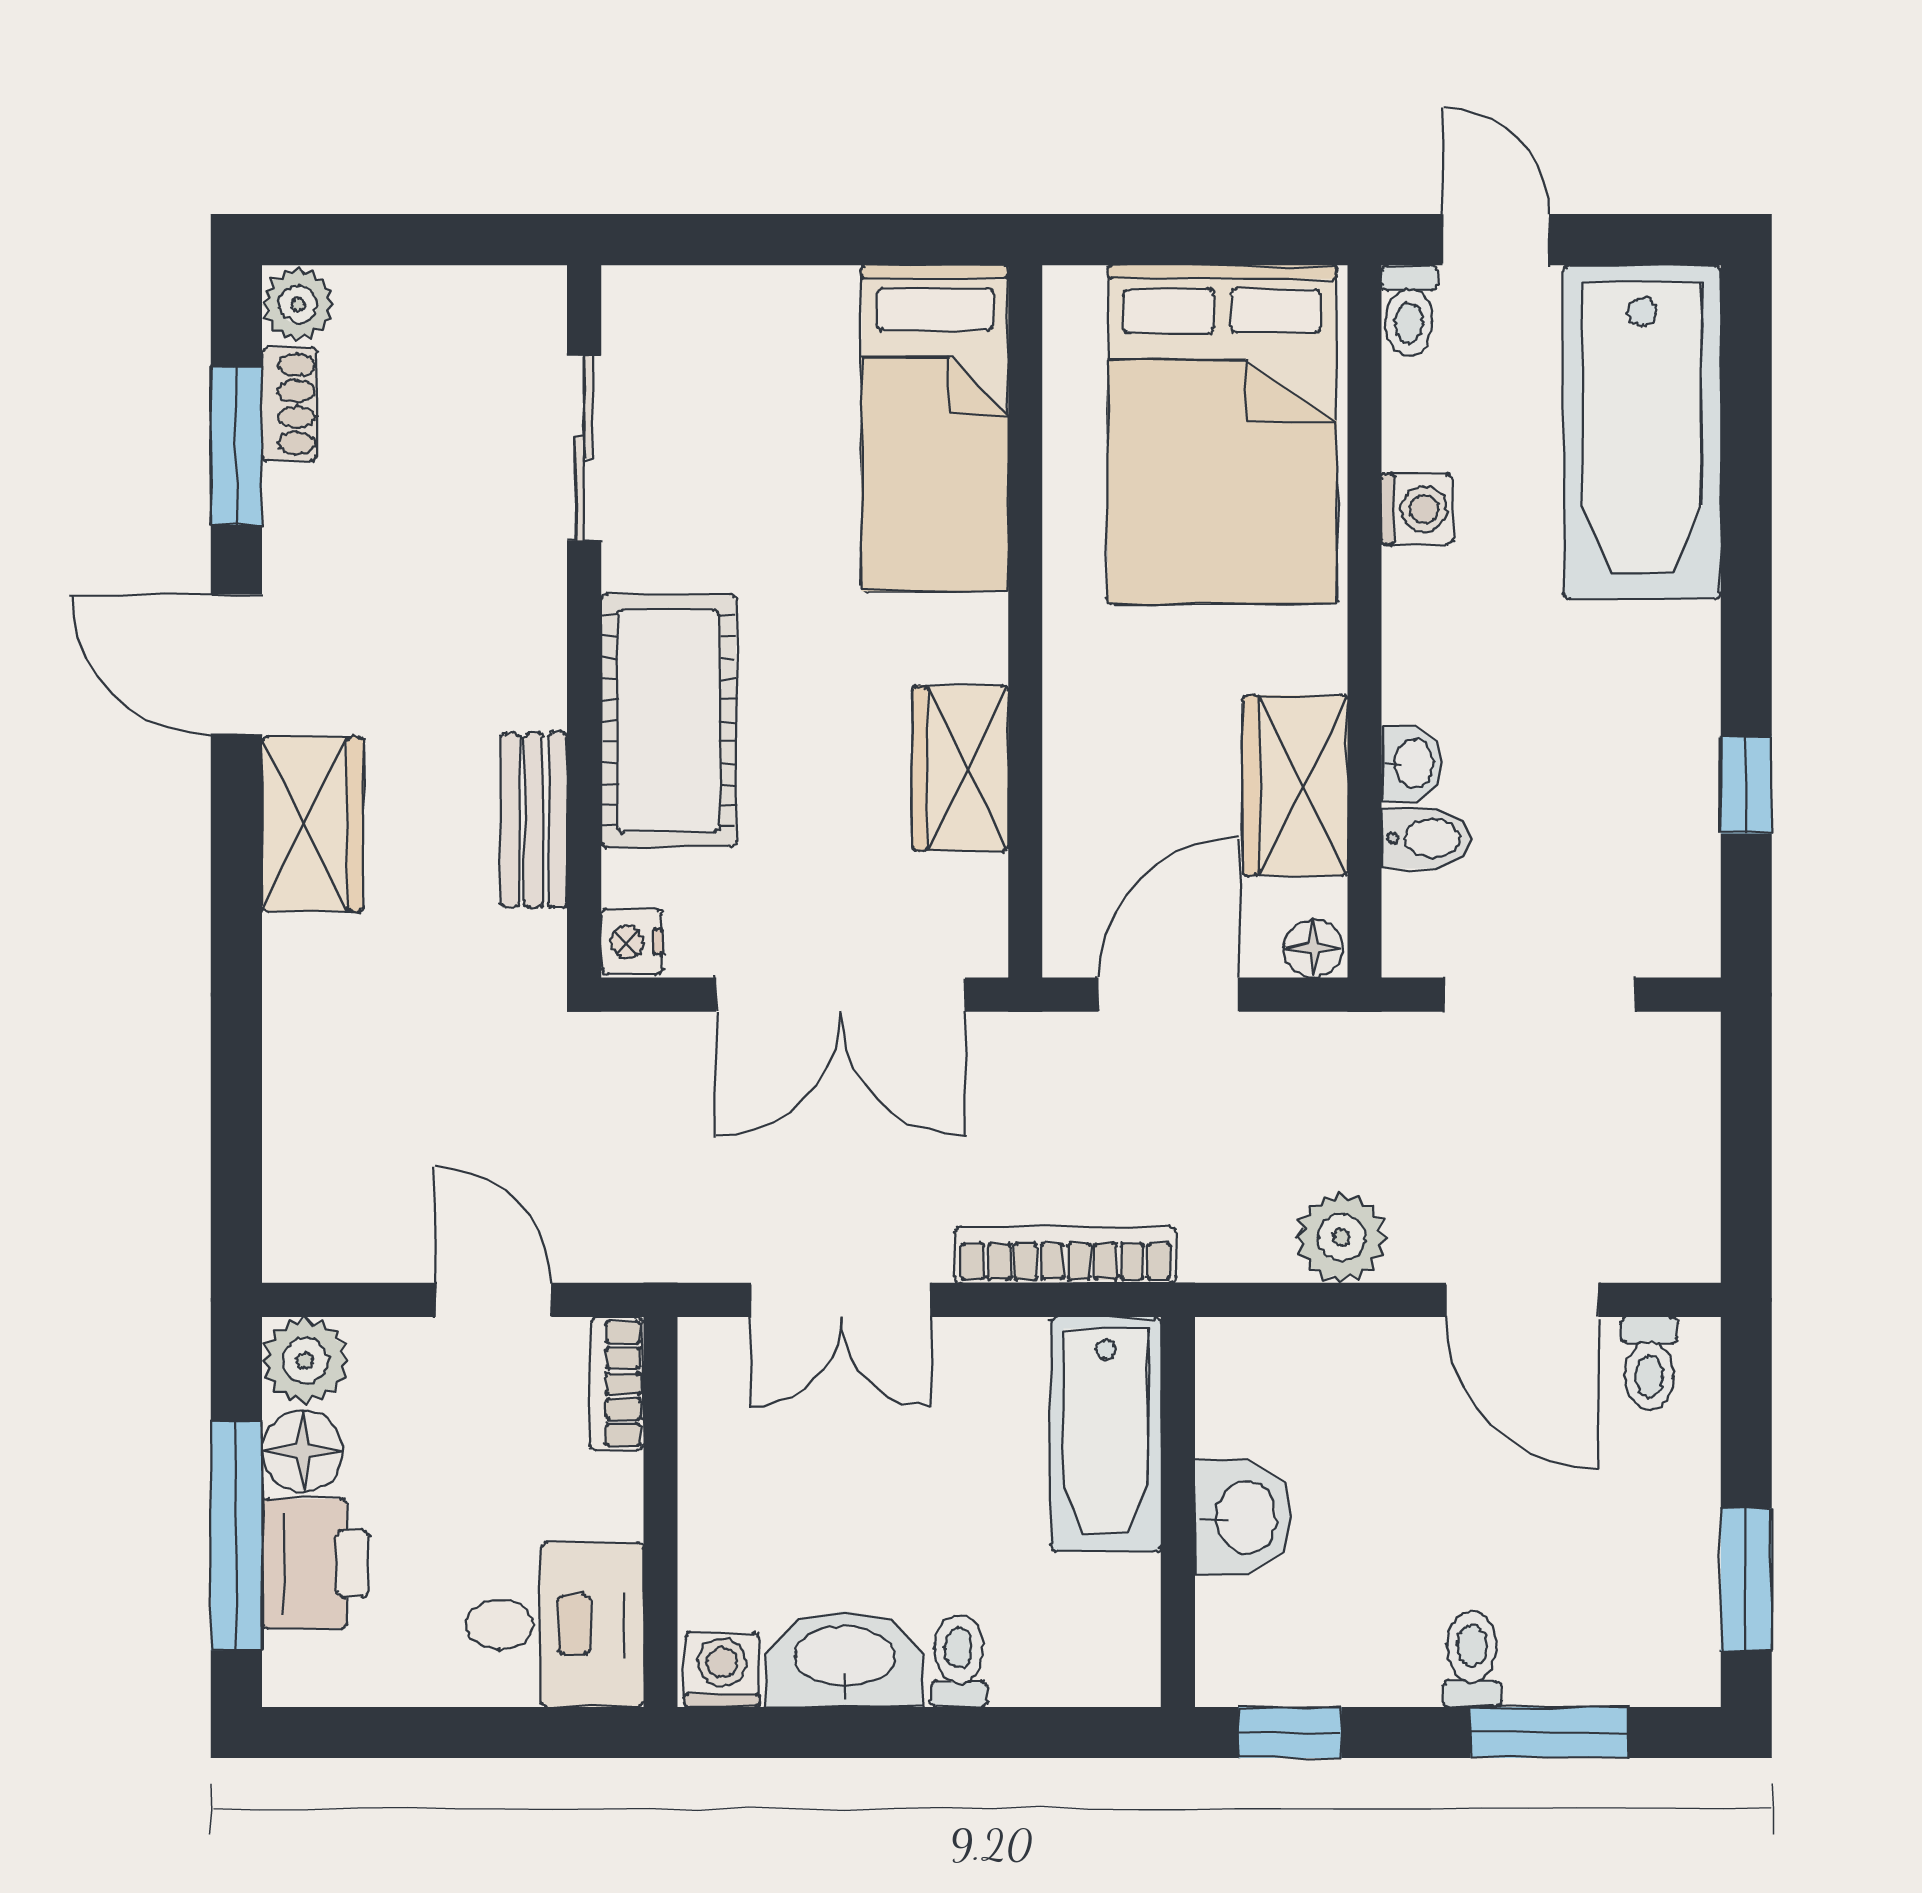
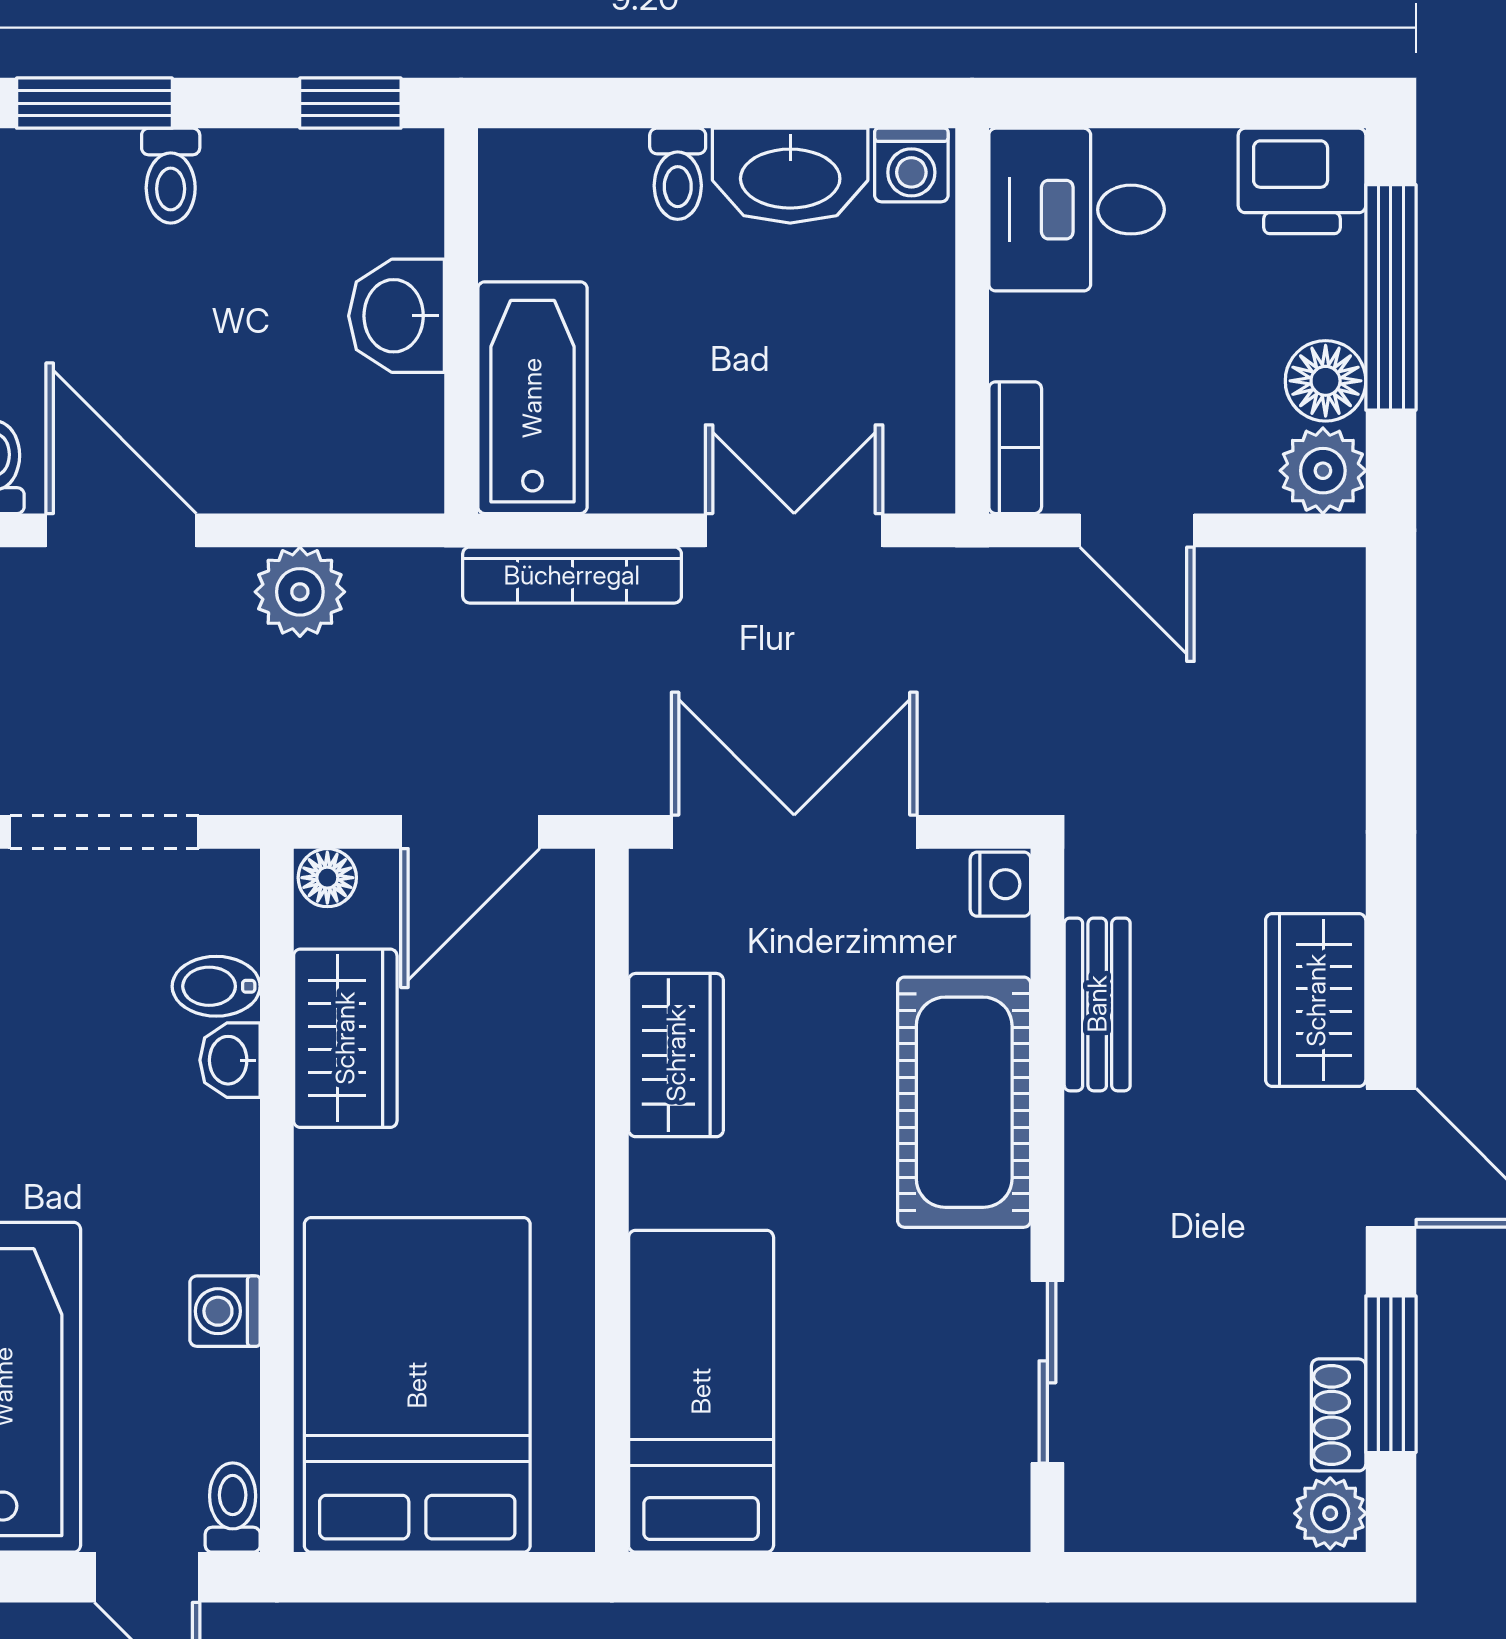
printer: (315, 1563) -> (1302, 181), moved, turned -90

